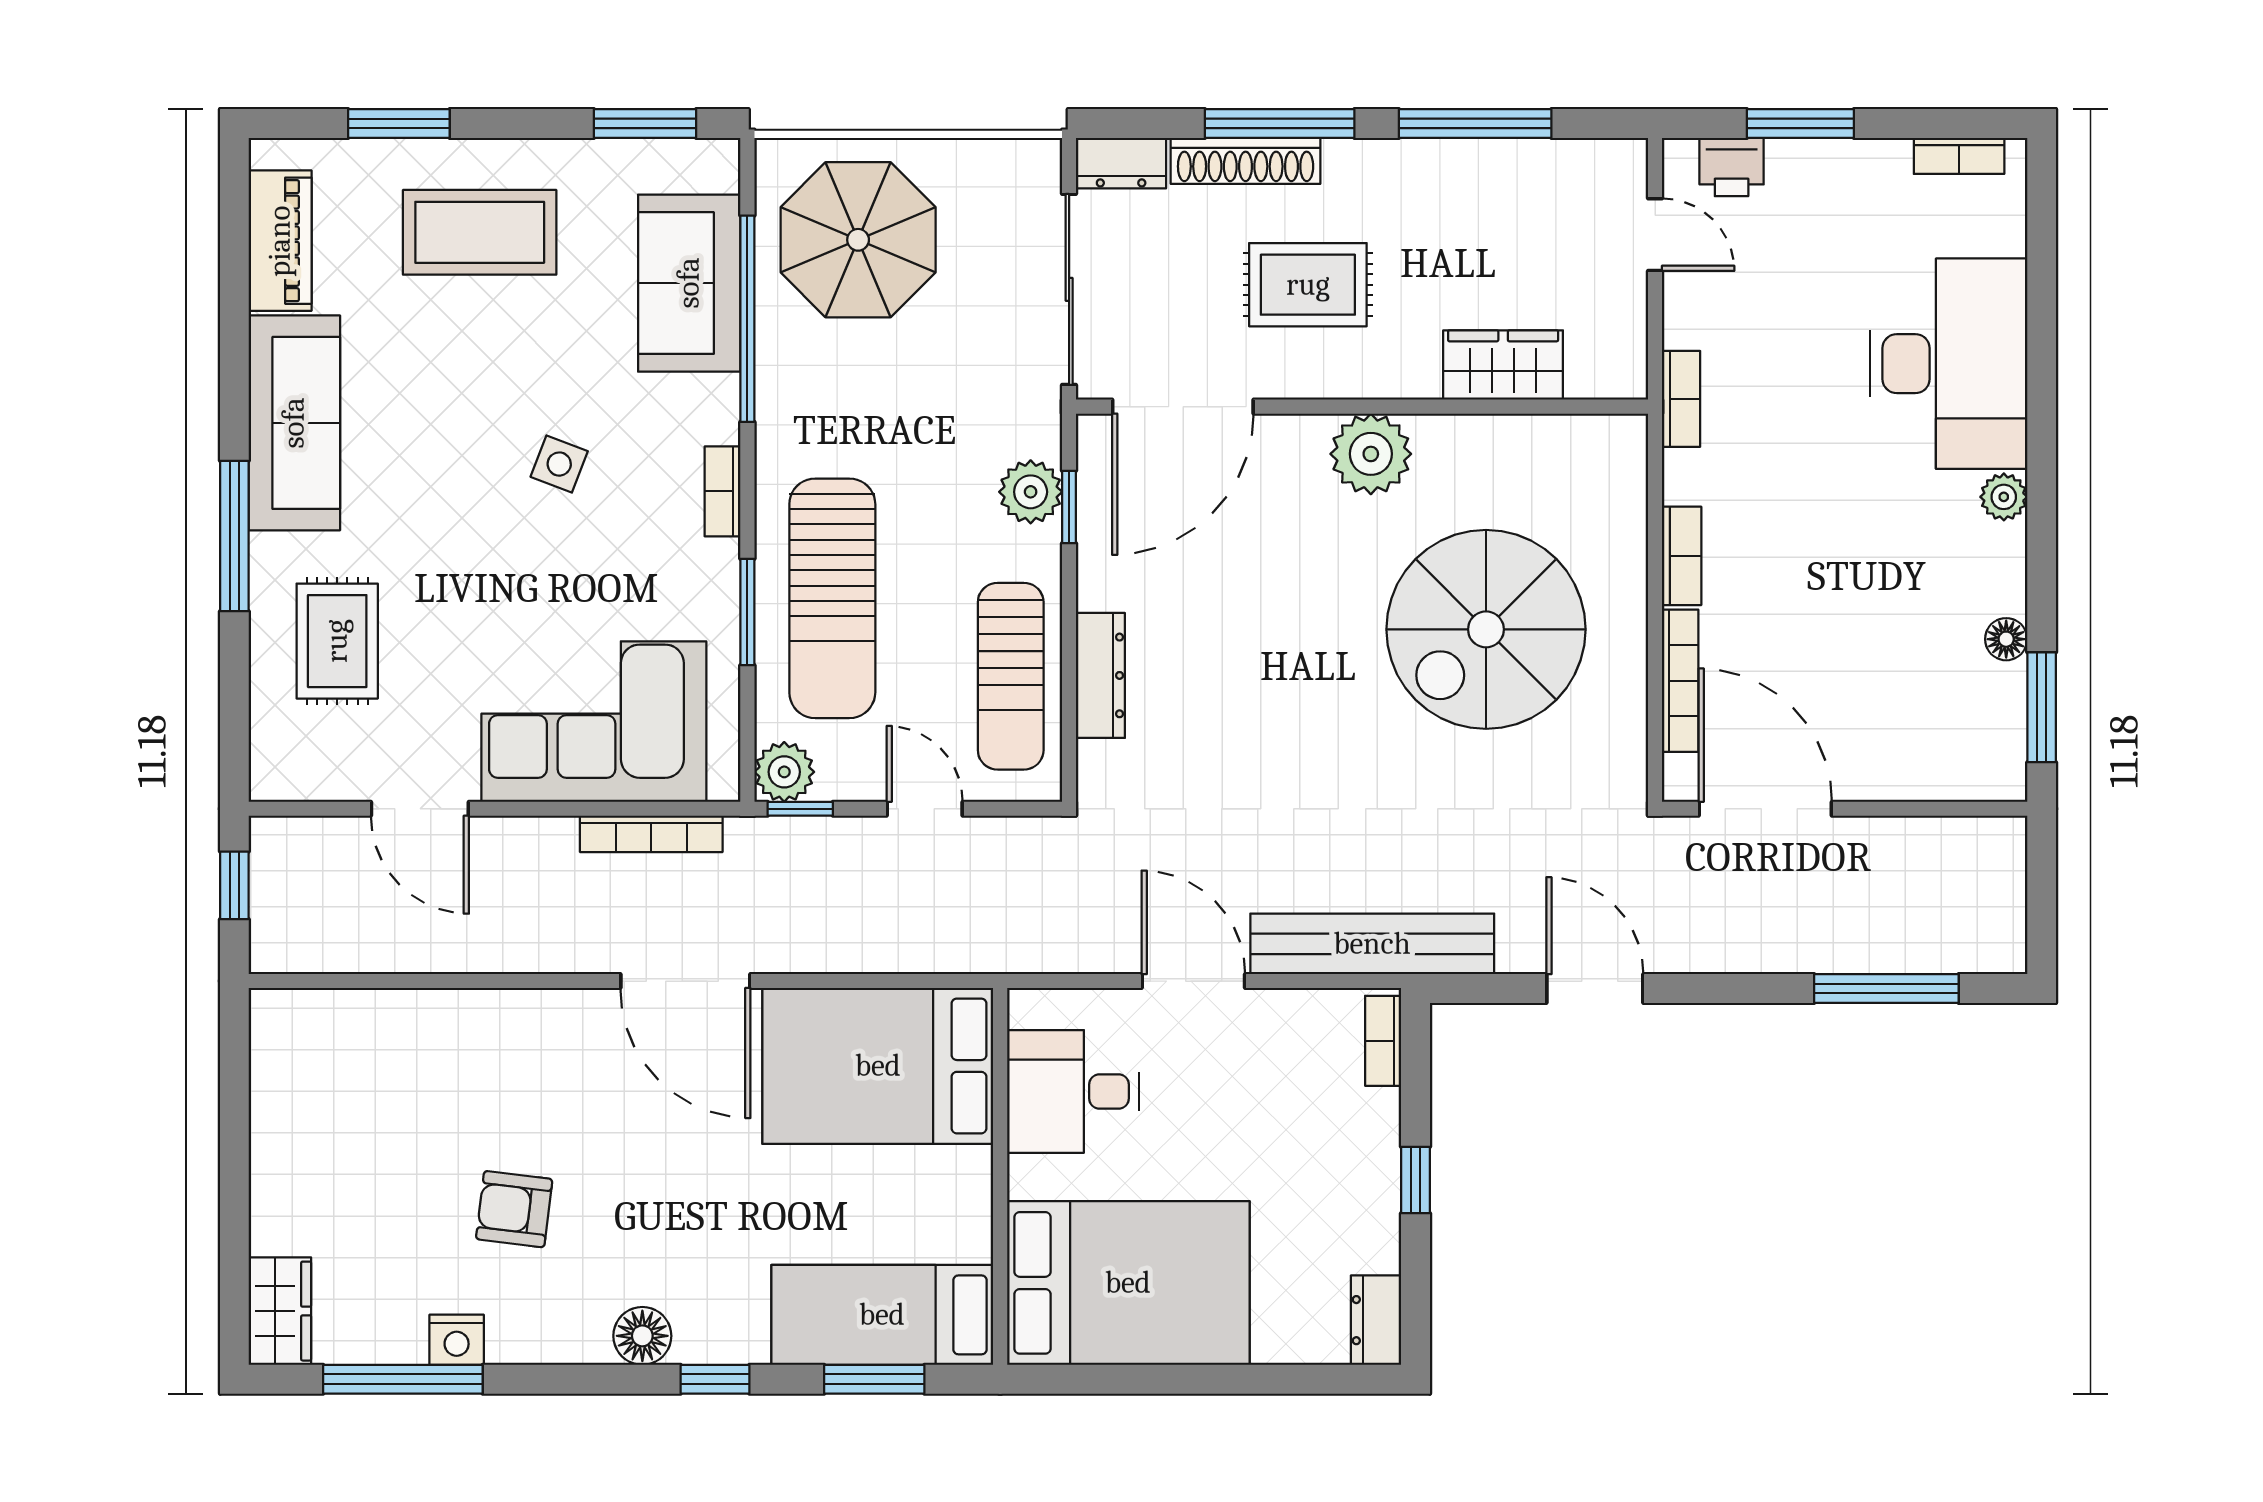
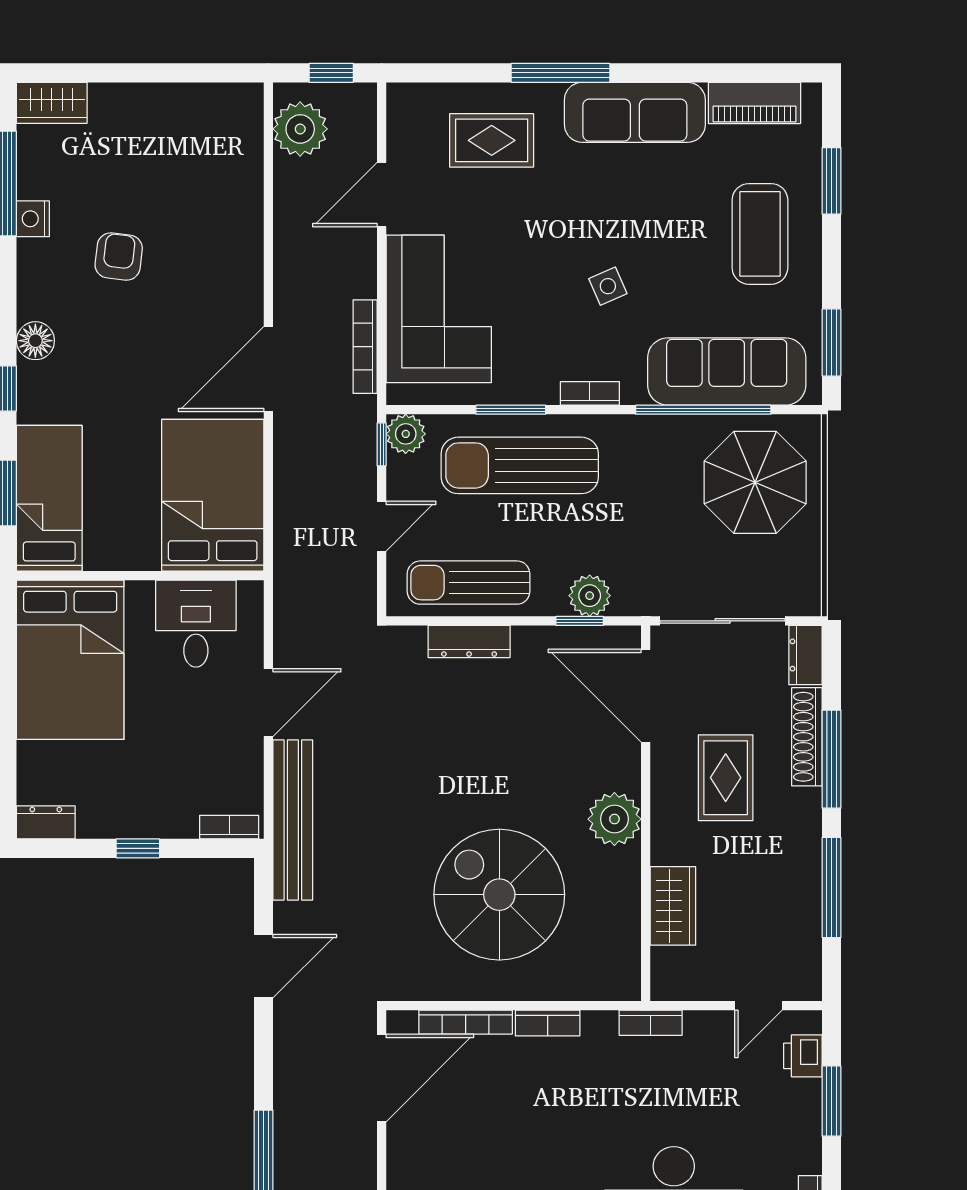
sofa: (689, 283) -> (727, 372), width x1.36
side table: (559, 464) -> (608, 286), turned 45
plant: (320, 933) -> (300, 129), added

